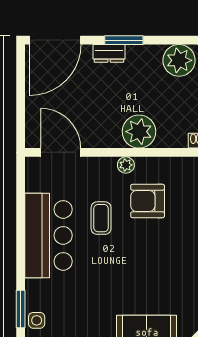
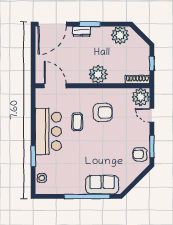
plant: (126, 165) -> (91, 93), removed
armchair: (148, 201) -> (103, 112), turned 180
window: (21, 309) -> (33, 156), moved

